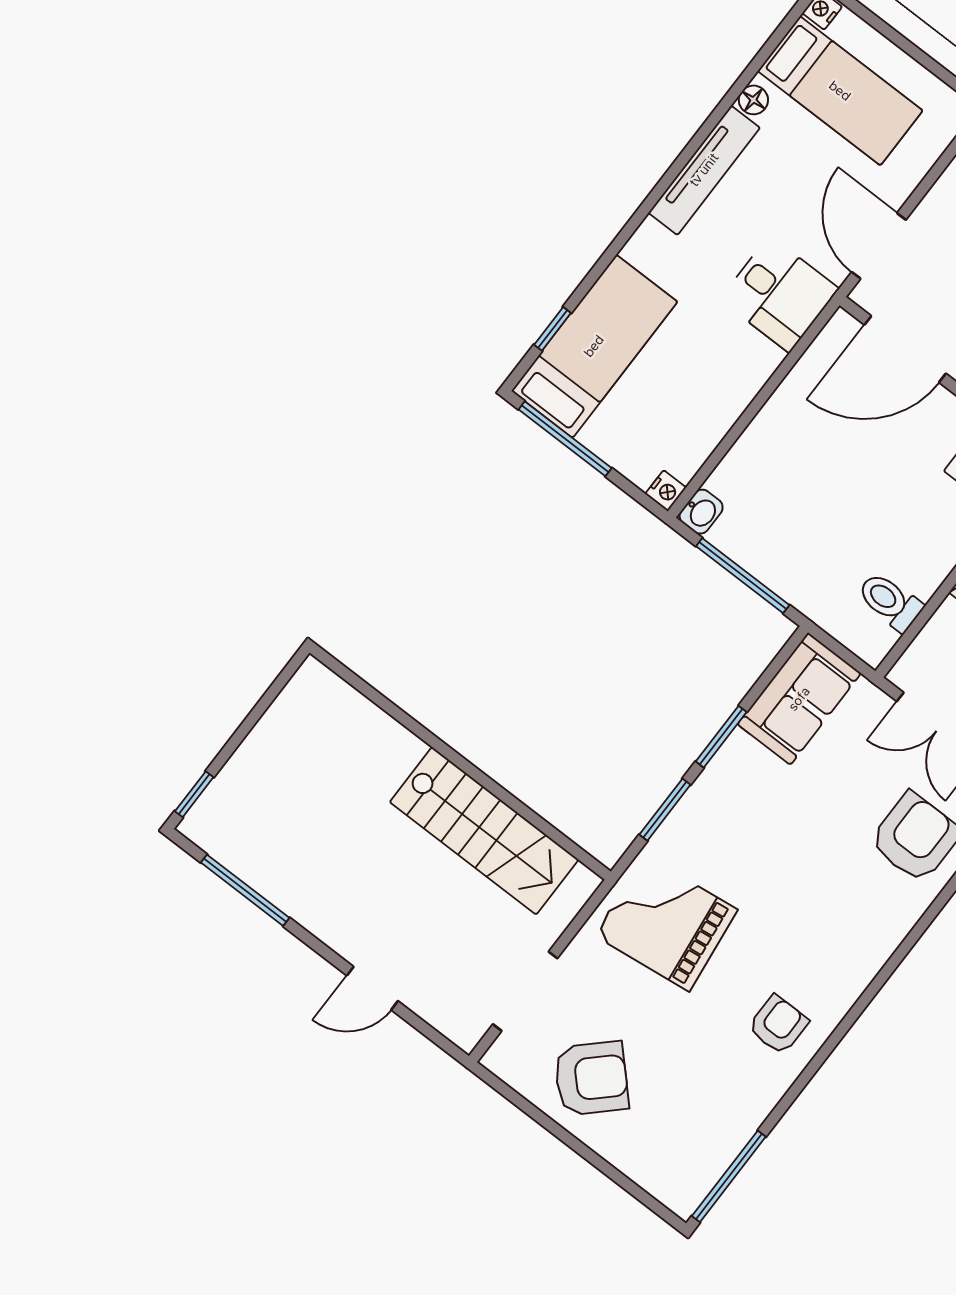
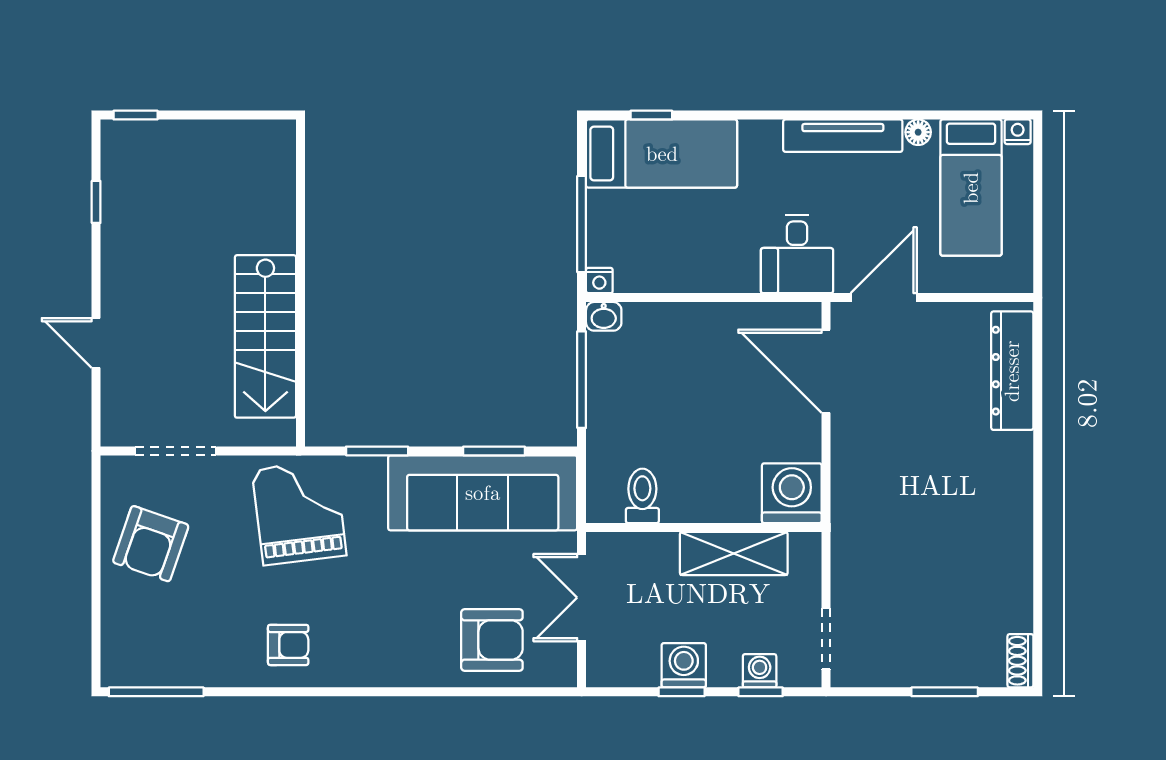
window: (565, 439) -> (582, 224), moved
sofa: (799, 699) -> (483, 493), width x1.85, depth x1.27
window: (721, 737) -> (494, 451), moved
window: (245, 890) -> (96, 202), width x0.46
armchair: (591, 1078) -> (151, 544), turned 63

